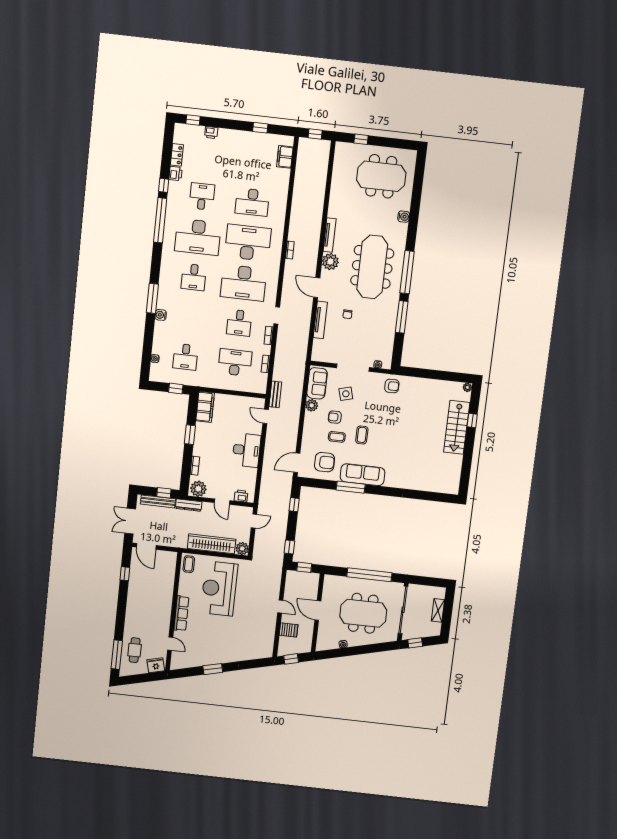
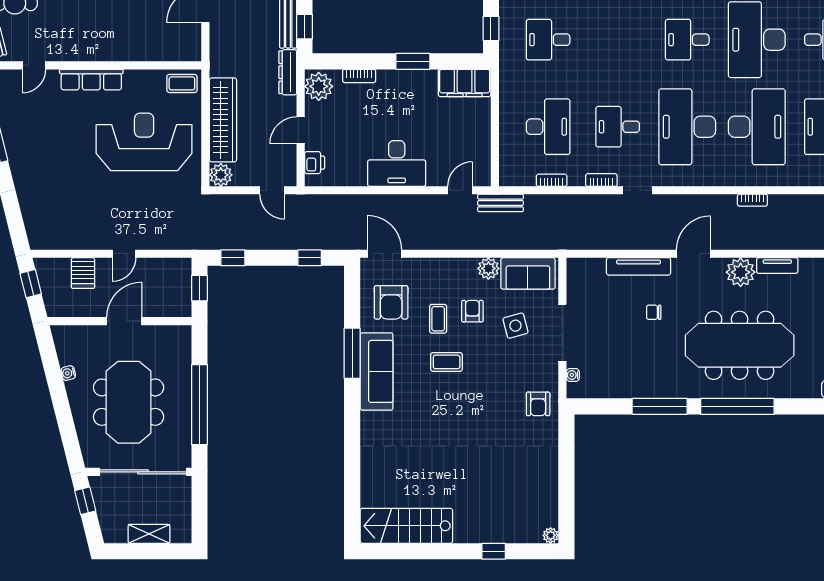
tv unit: (330, 235) -> (777, 266), width x0.71
stairs: (457, 427) -> (406, 526), moved

